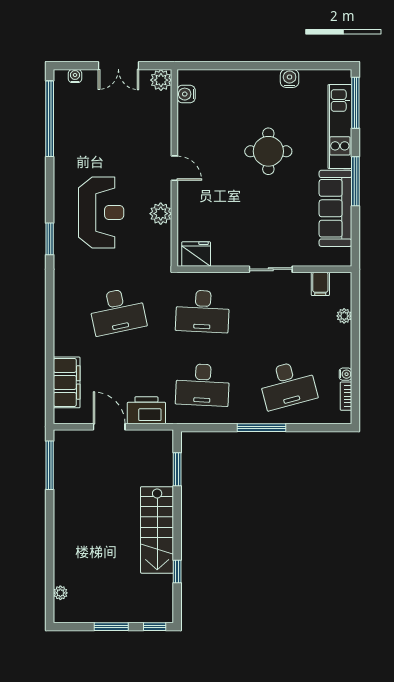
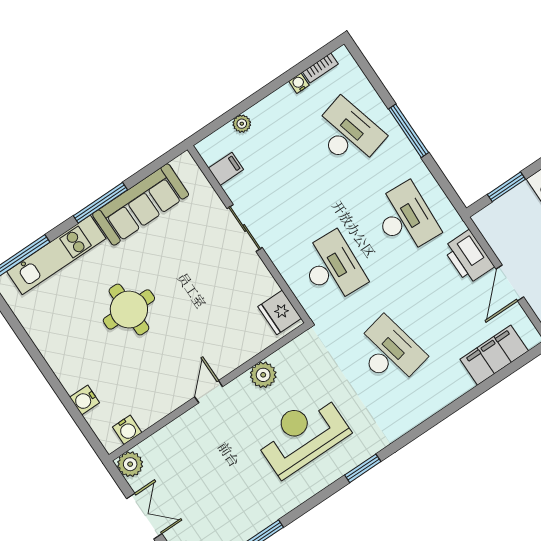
water cooler: (290, 78) -> (85, 400), moved

